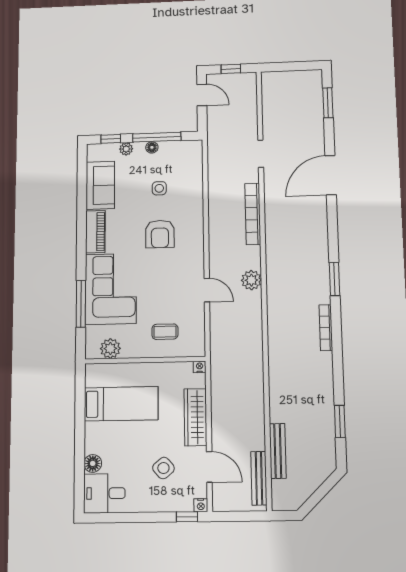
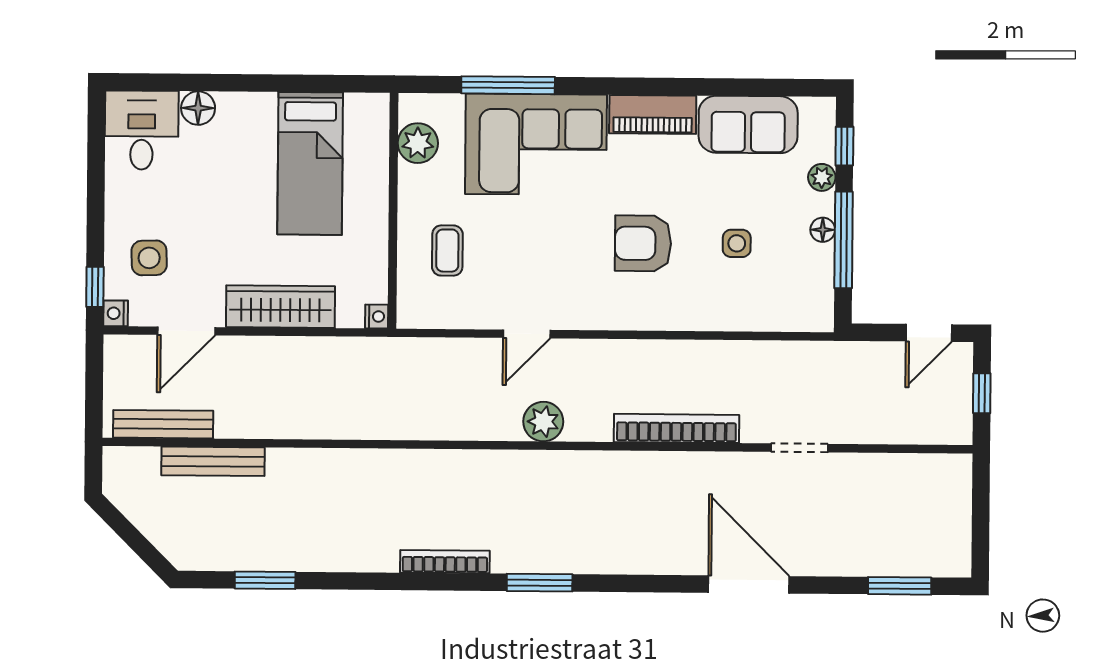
side table: (163, 468) -> (149, 258), moved, turned 38

